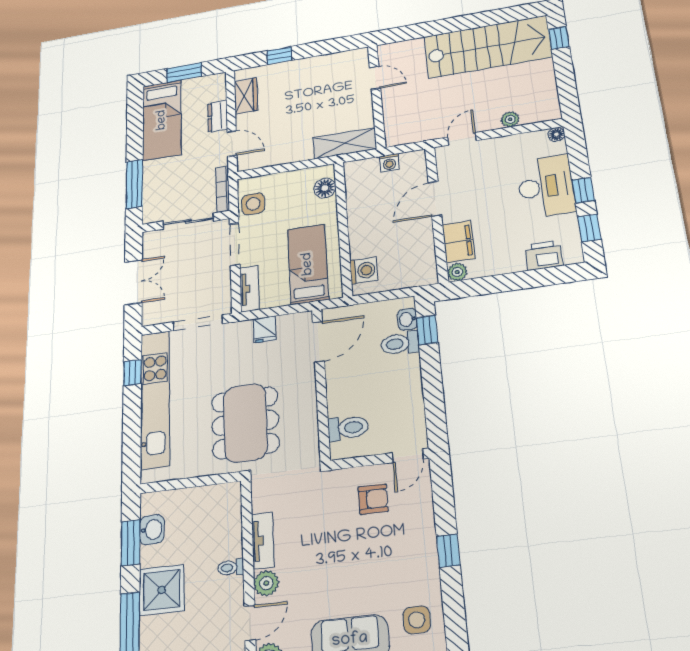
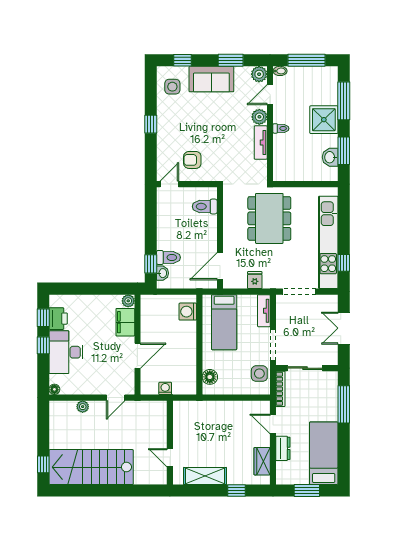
shelving: (345, 143) -> (205, 476), moved
printer: (544, 255) -> (58, 319), moved, turned -90

